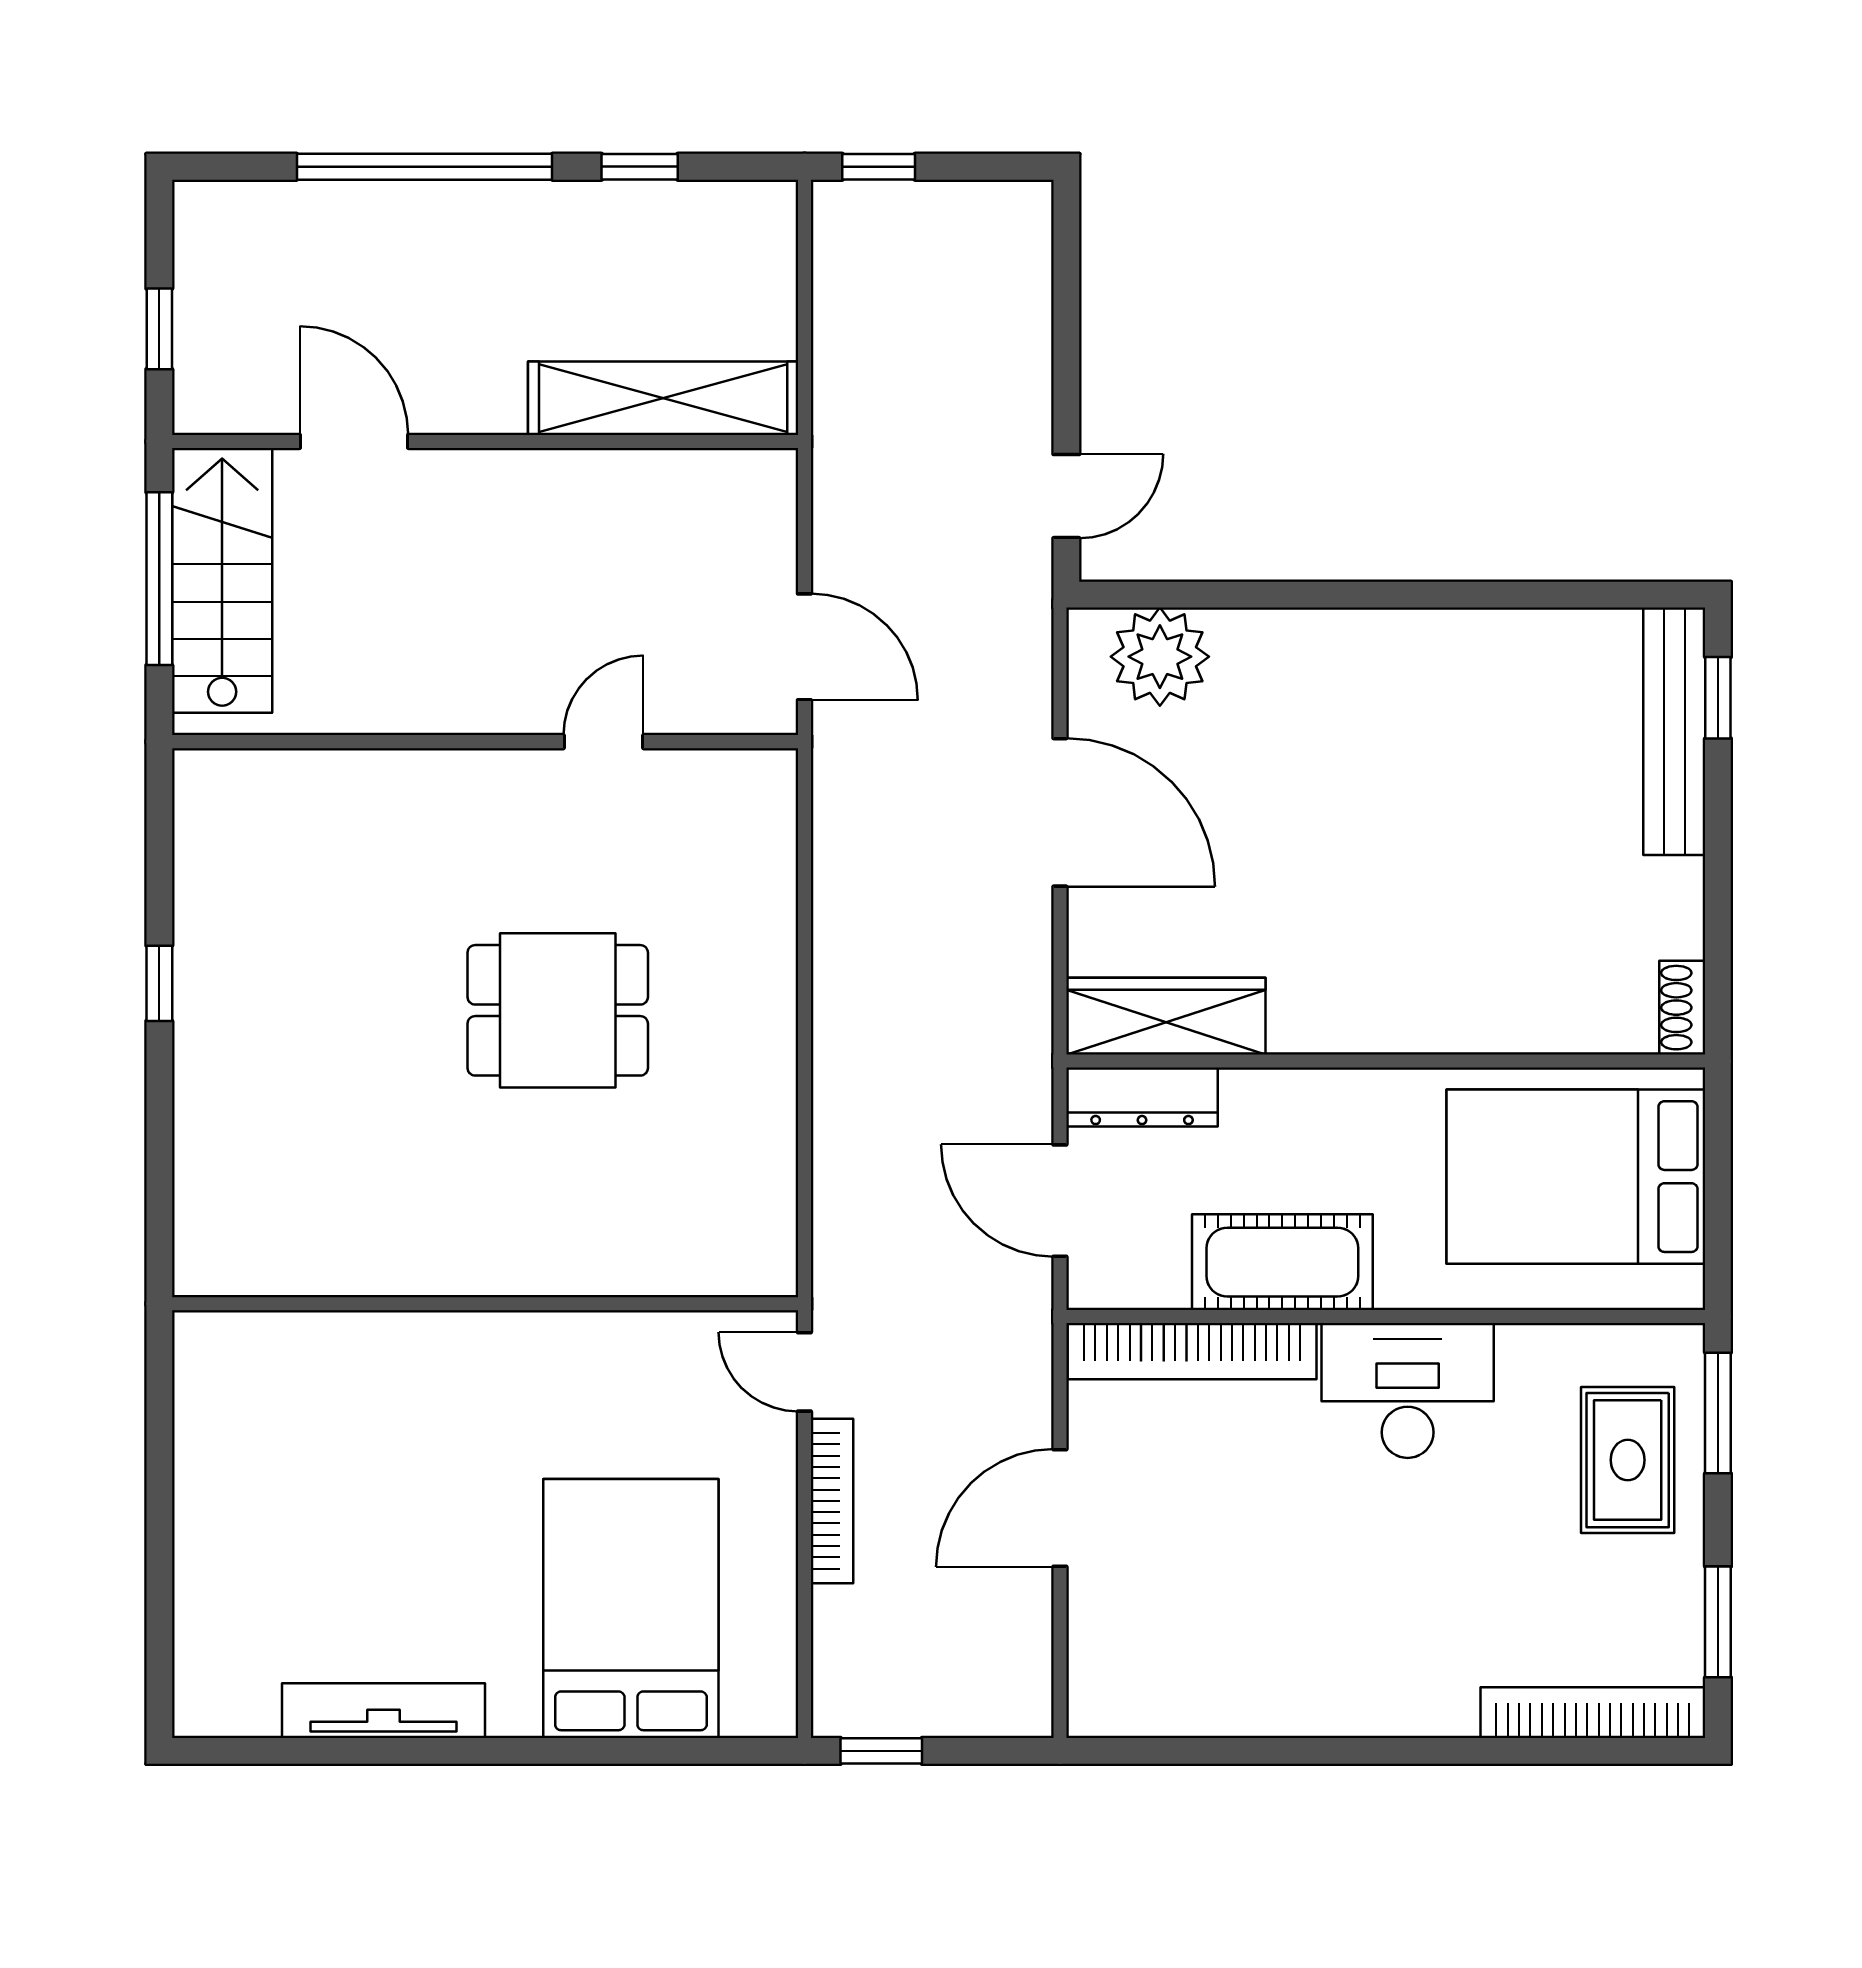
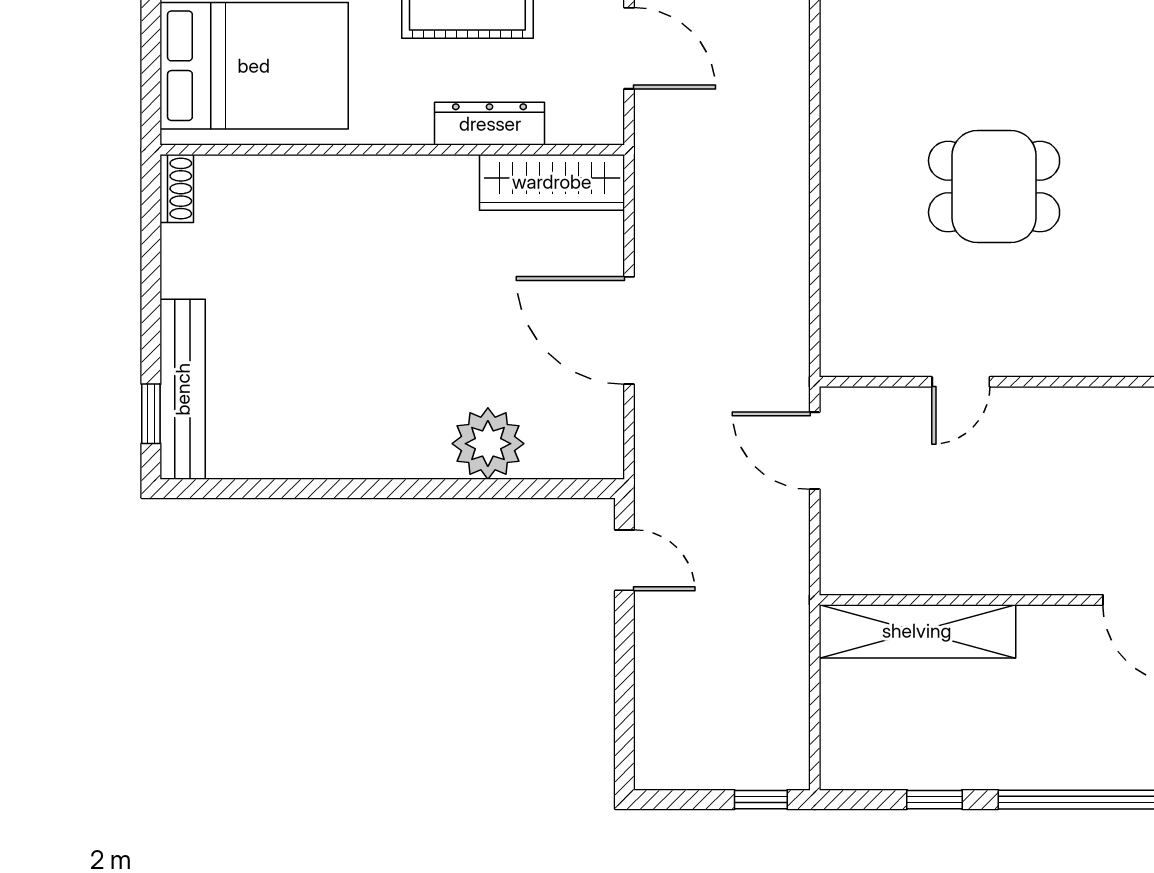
door: (1066, 496) -> (624, 560), swing flipped
plant: (1160, 657) -> (488, 444), moved
dresser: (1142, 1097) -> (490, 124), moved

